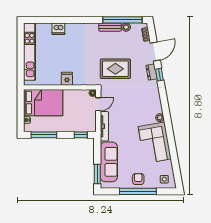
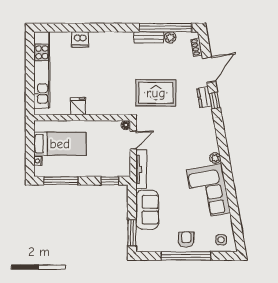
fridge: (67, 79) -> (78, 106), moved
bed: (43, 103) -> (60, 144), width x0.67
sofa: (109, 162) -> (147, 210), width x0.73

